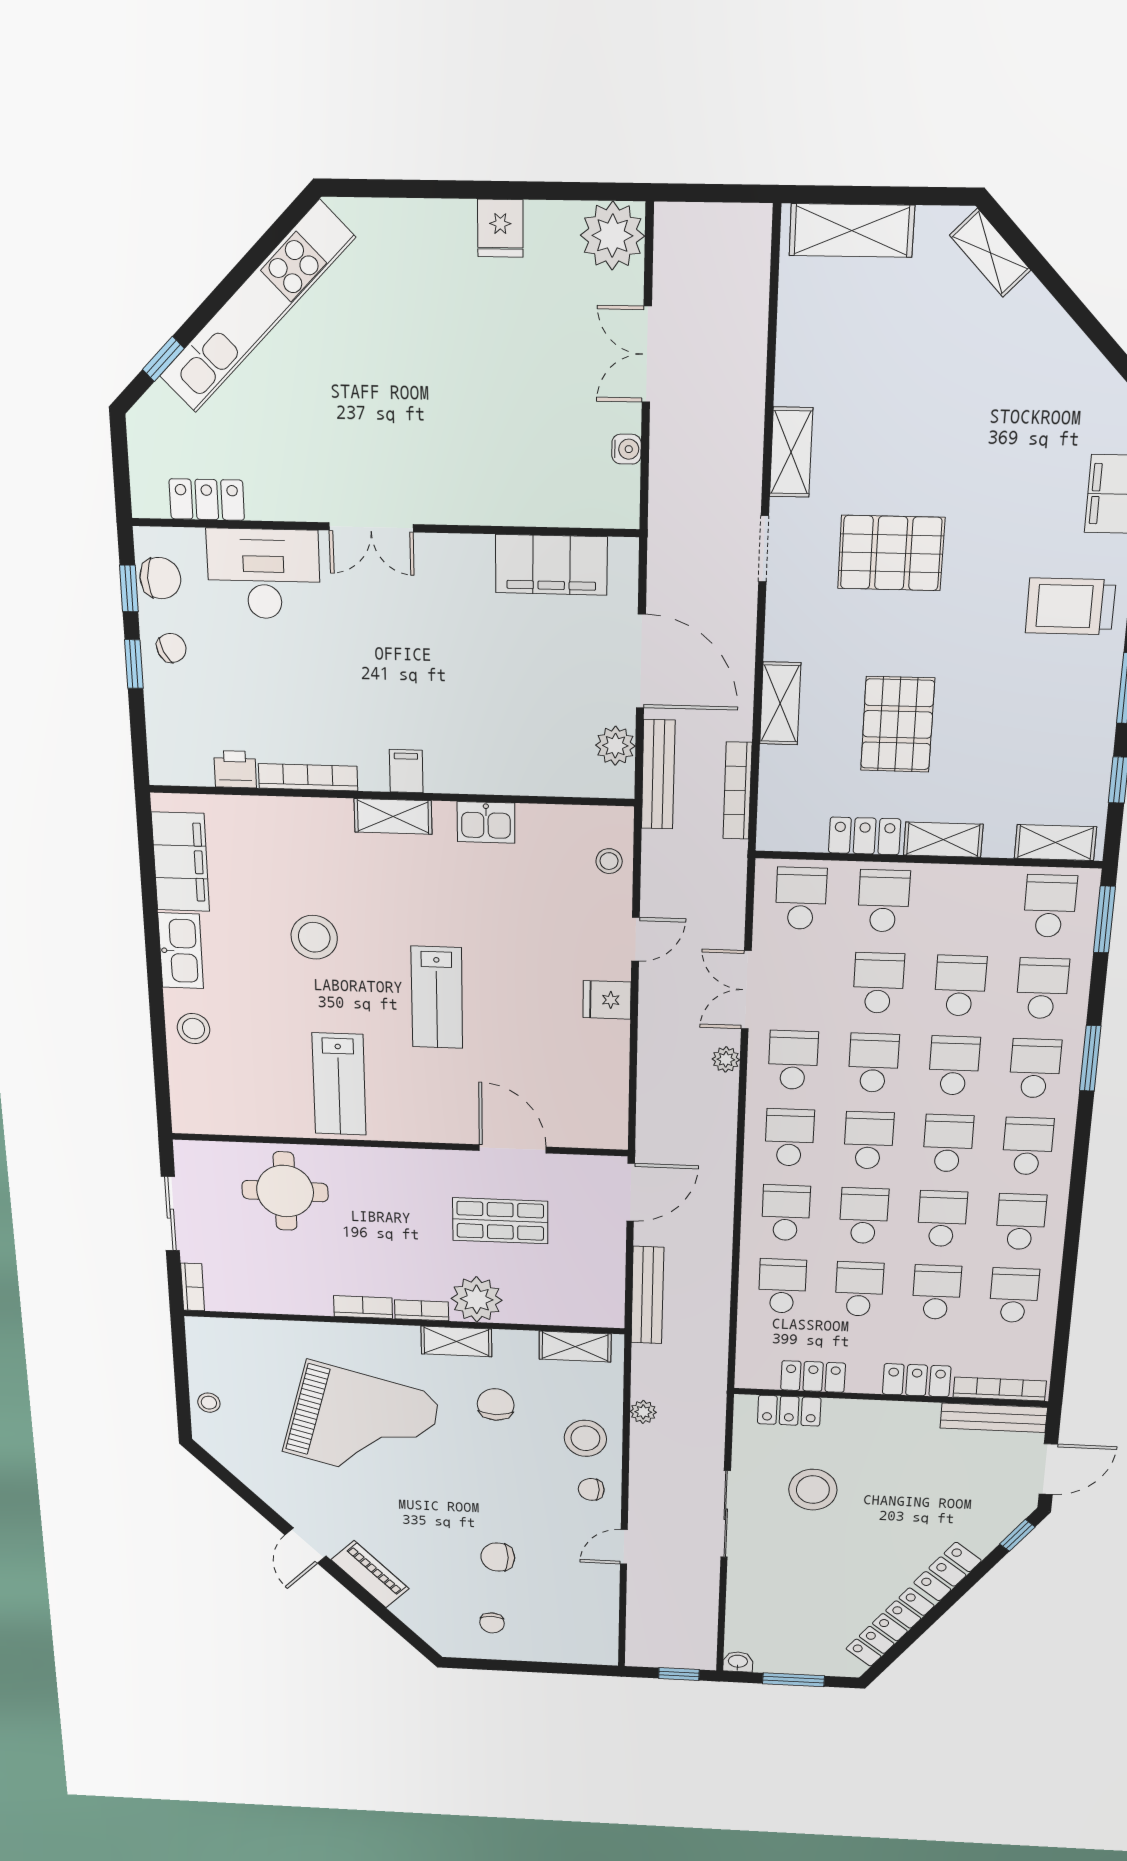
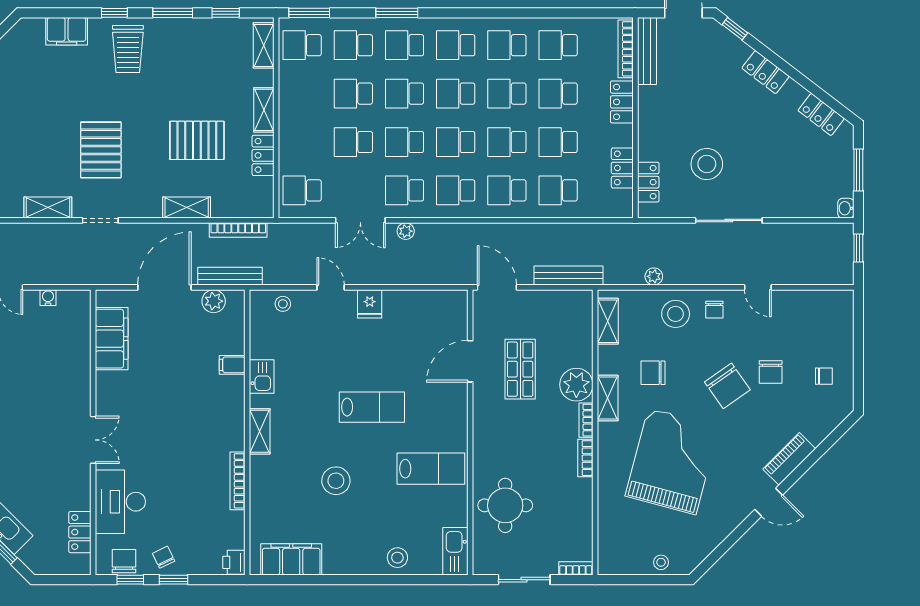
printer: (235, 769) -> (234, 562), moved
filing cabinet: (406, 771) -> (232, 365), moved
school desk: (884, 901) -> (302, 142), removed
kitchen sink: (181, 951) -> (455, 551), moved, turned -90
chair: (477, 1501) -> (727, 386), added
locker: (890, 1627) -> (821, 114), width x0.66

